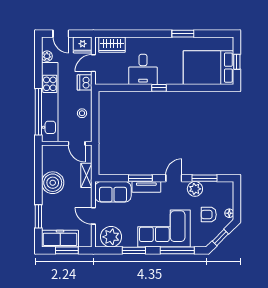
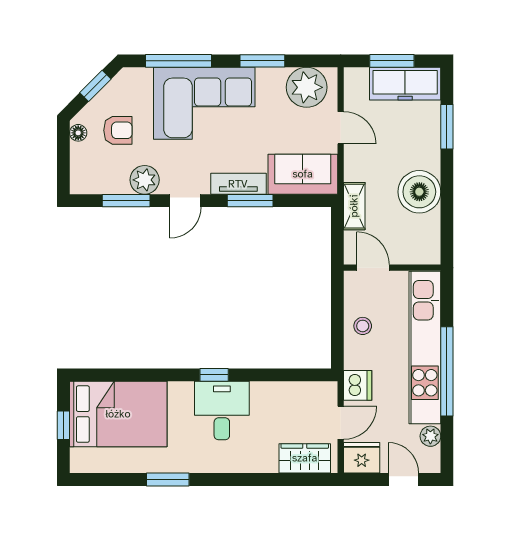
desk: (143, 69) -> (222, 411), moved
window: (38, 112) -> (447, 371), moved

